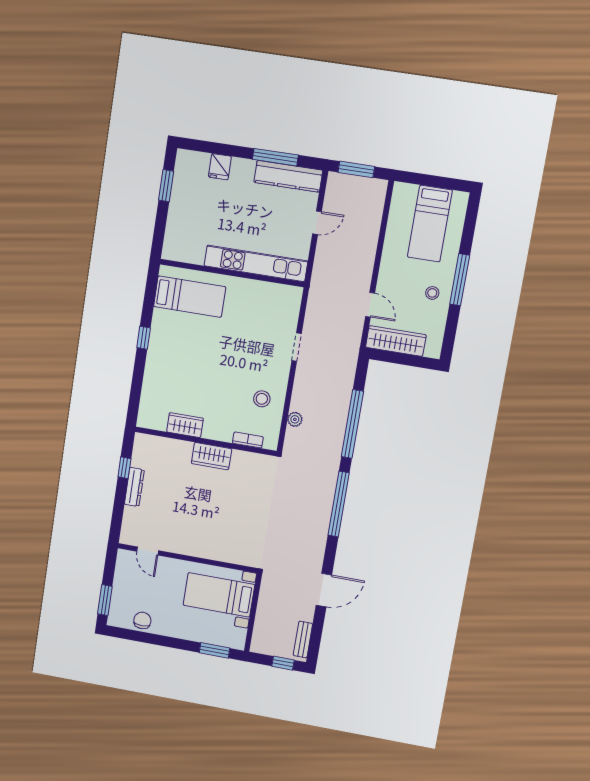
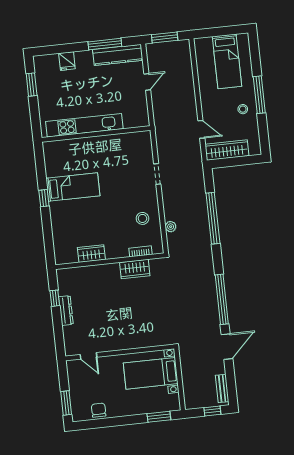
kitchen unit: (256, 263) -> (84, 125), moved
bed: (190, 297) -> (73, 187), moved
wardrobe: (211, 456) -> (135, 269), moved
window: (339, 504) -> (222, 299), moved

